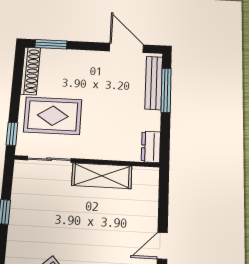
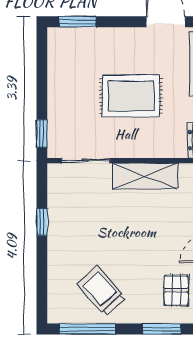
shoe rack: (30, 71) -> (56, 57), removed
rug: (53, 116) -> (131, 96), moved

